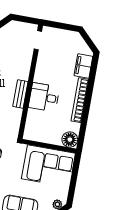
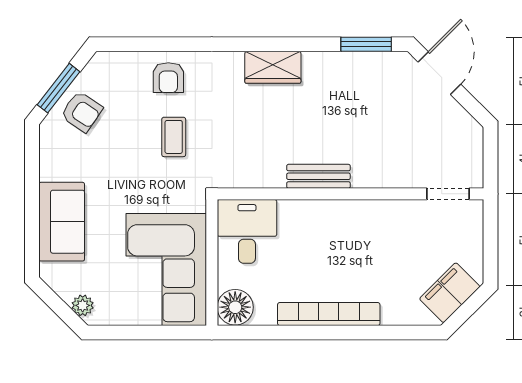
filing cabinet: (83, 66) -> (450, 293), moved, turned -45
desk: (44, 97) -> (247, 231), moved

